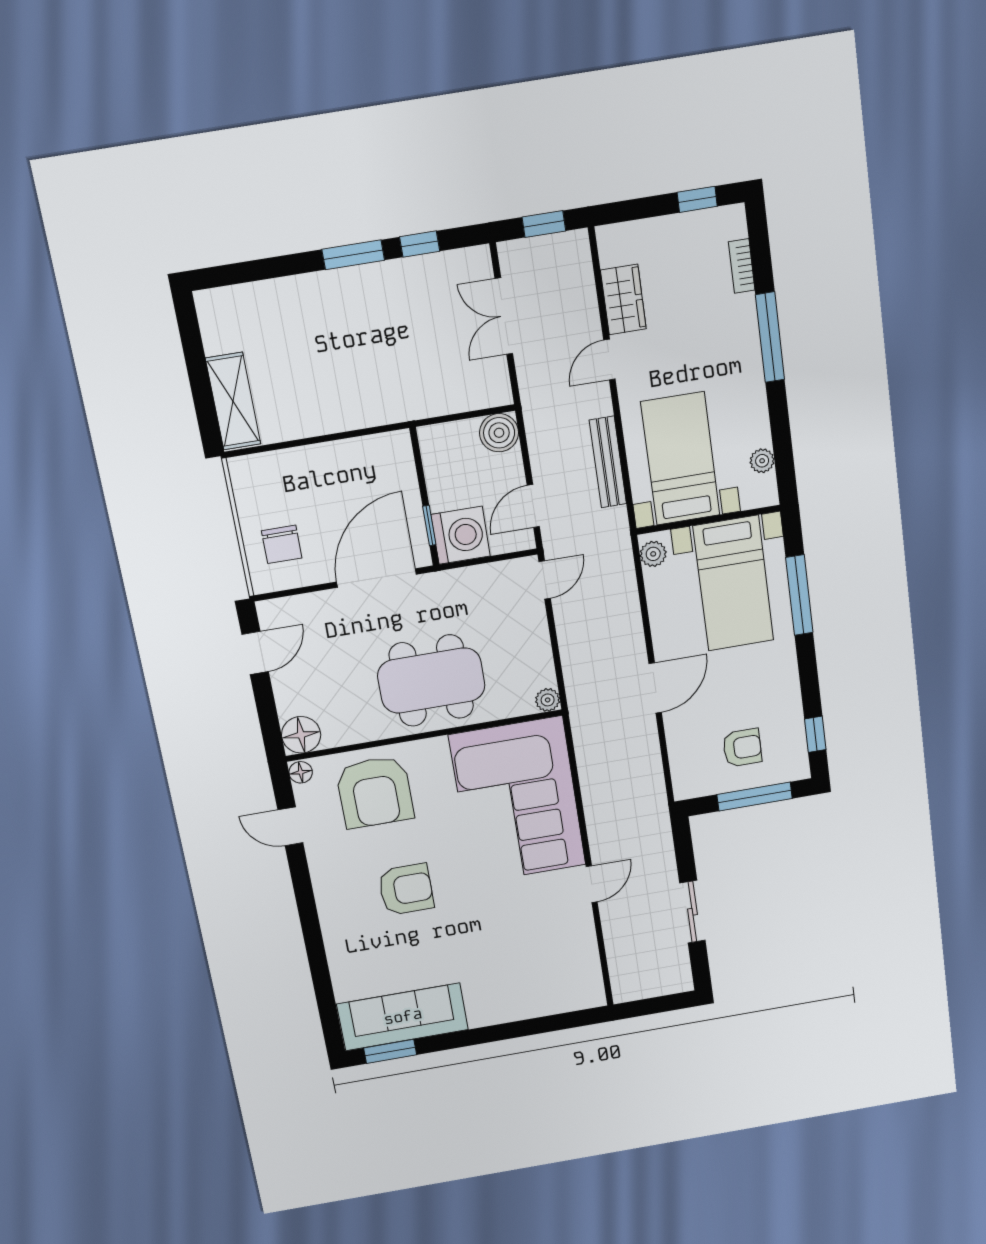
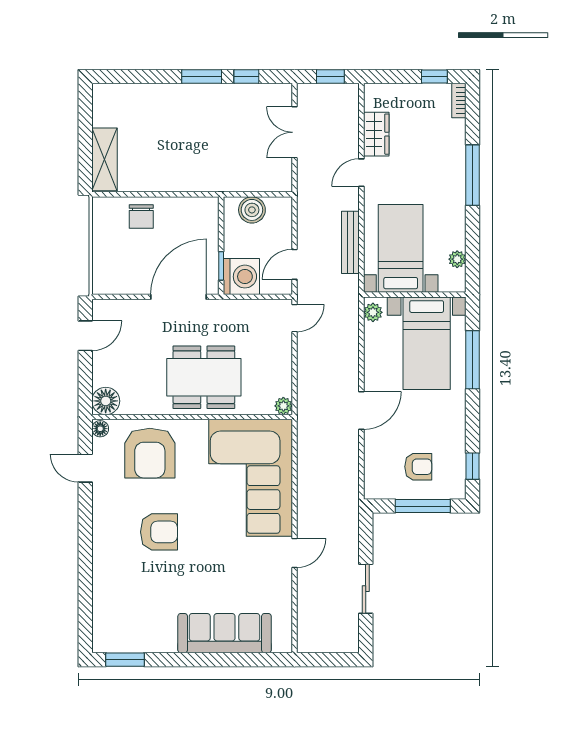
bookcase: (742, 266) -> (459, 101), moved
boiler: (499, 433) -> (252, 210), moved
chair: (282, 544) -> (141, 216), moved
sofa: (403, 1017) -> (225, 633), moved

